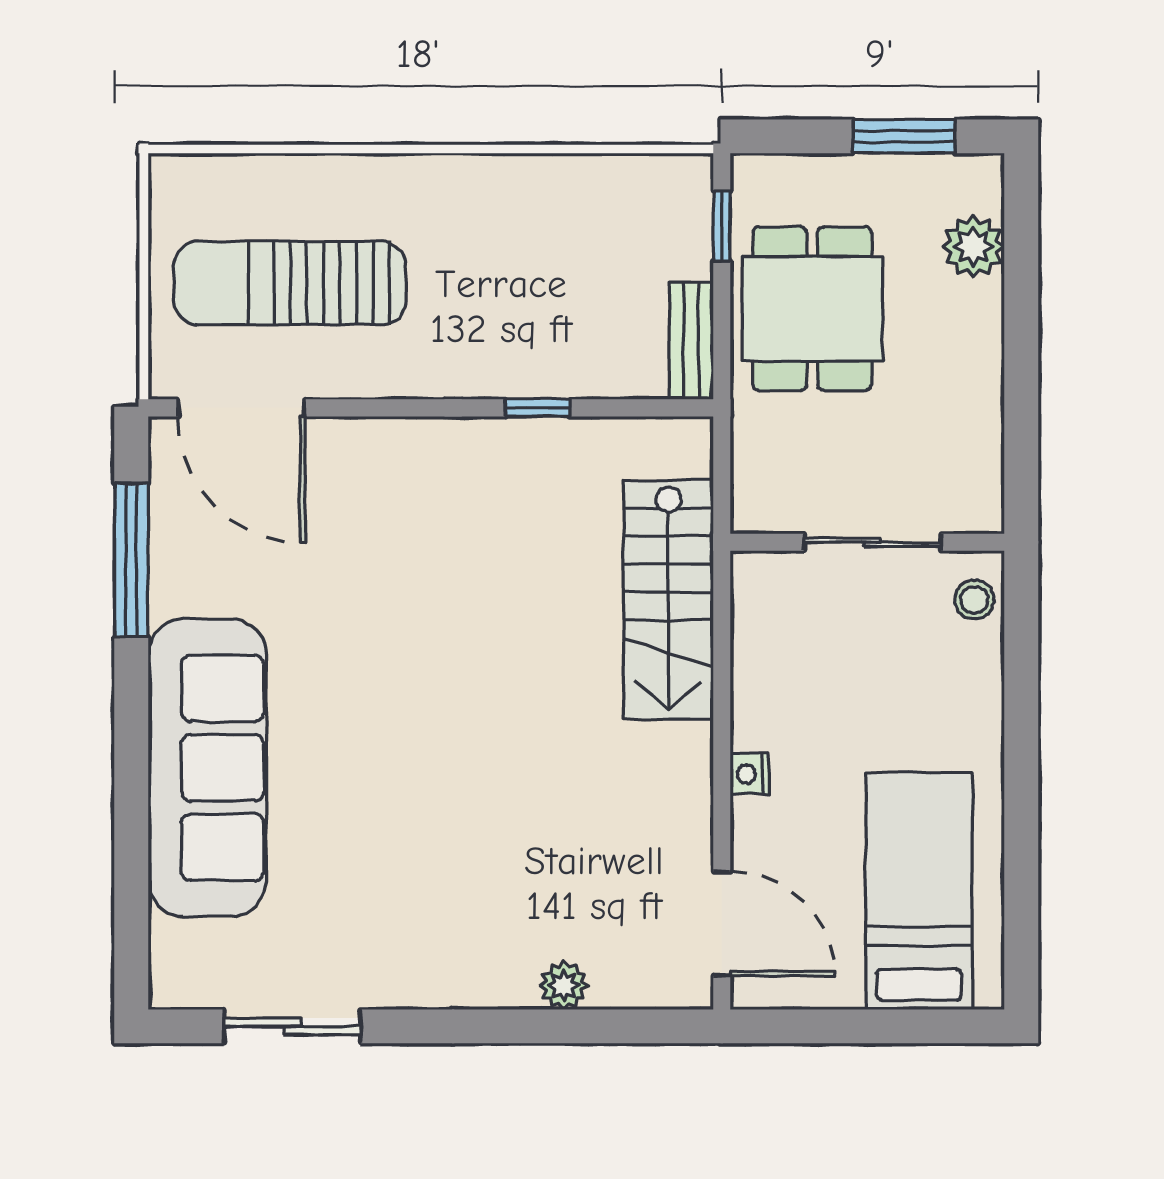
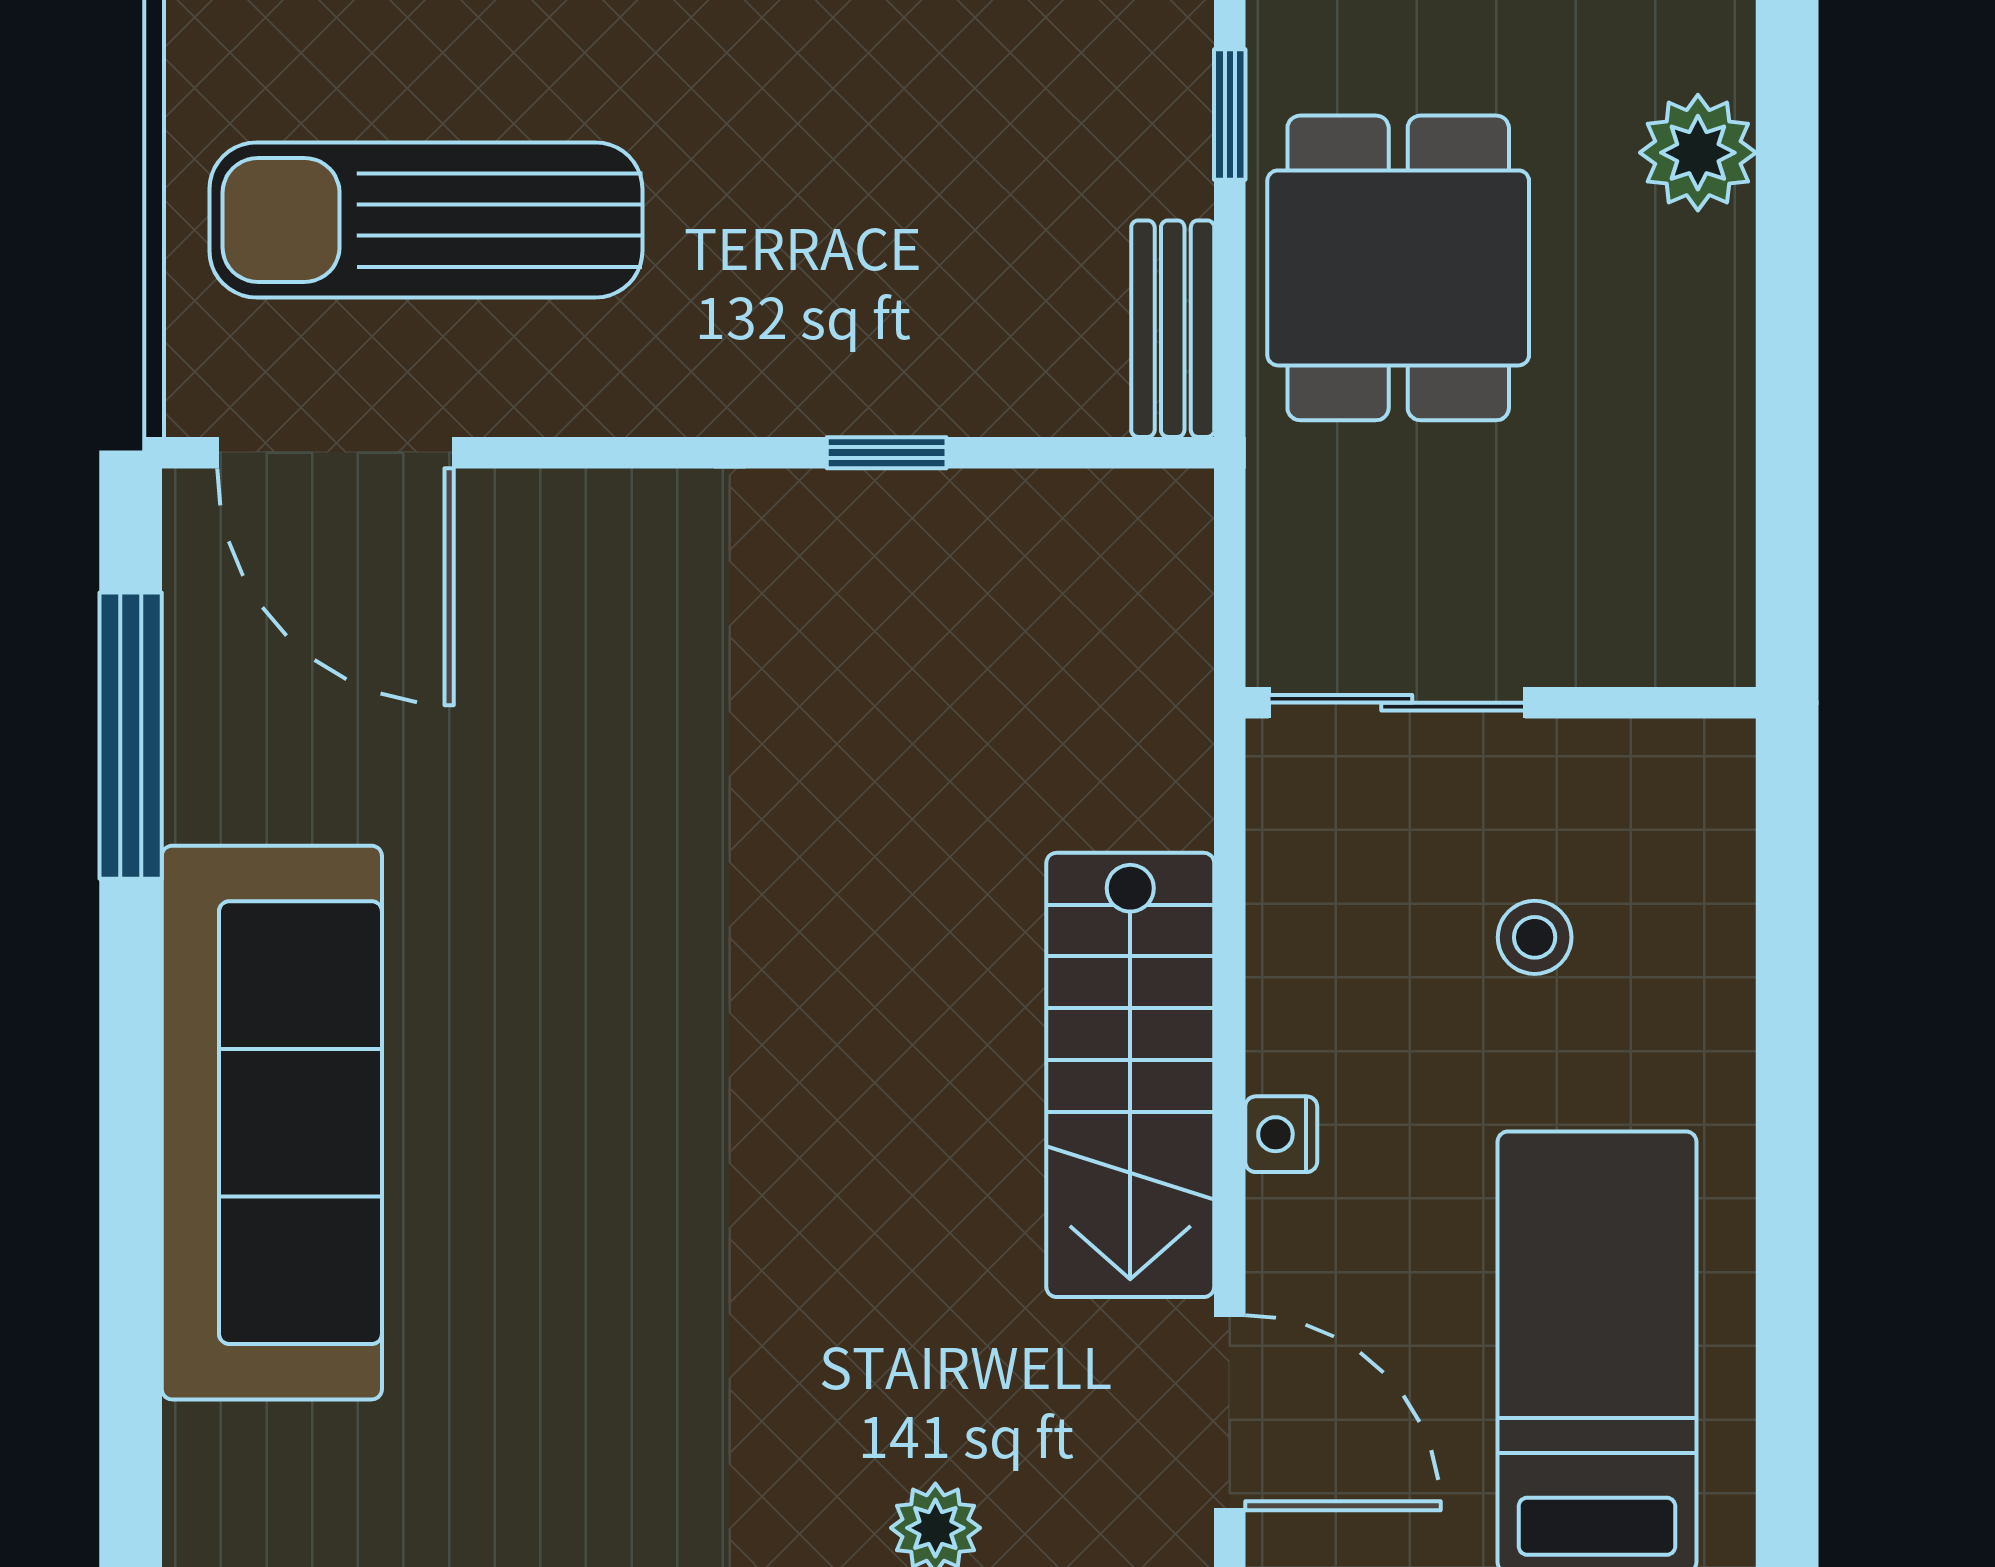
sliding door: (872, 542) -> (1397, 703), moved
stairs: (668, 600) -> (1130, 1075), moved
stool: (974, 600) -> (1535, 937), moved

